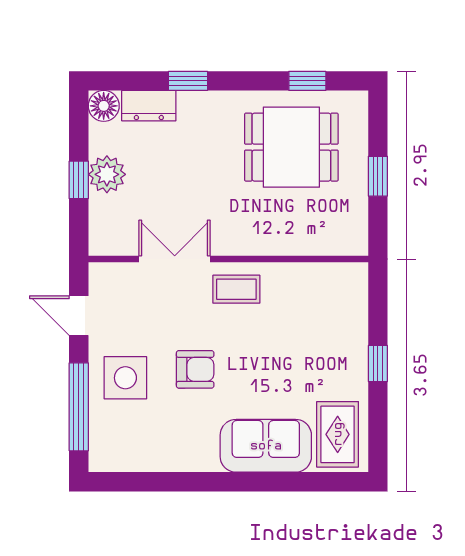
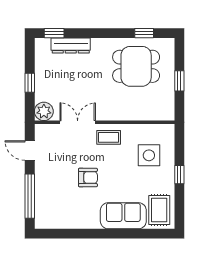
window: (188, 81) -> (54, 33), moved
floor lamp: (104, 106) -> (42, 46), removed
dresser: (149, 106) -> (71, 46), width x1.44
plant: (107, 174) -> (44, 111), moved
side table: (125, 378) -> (149, 155), moved

